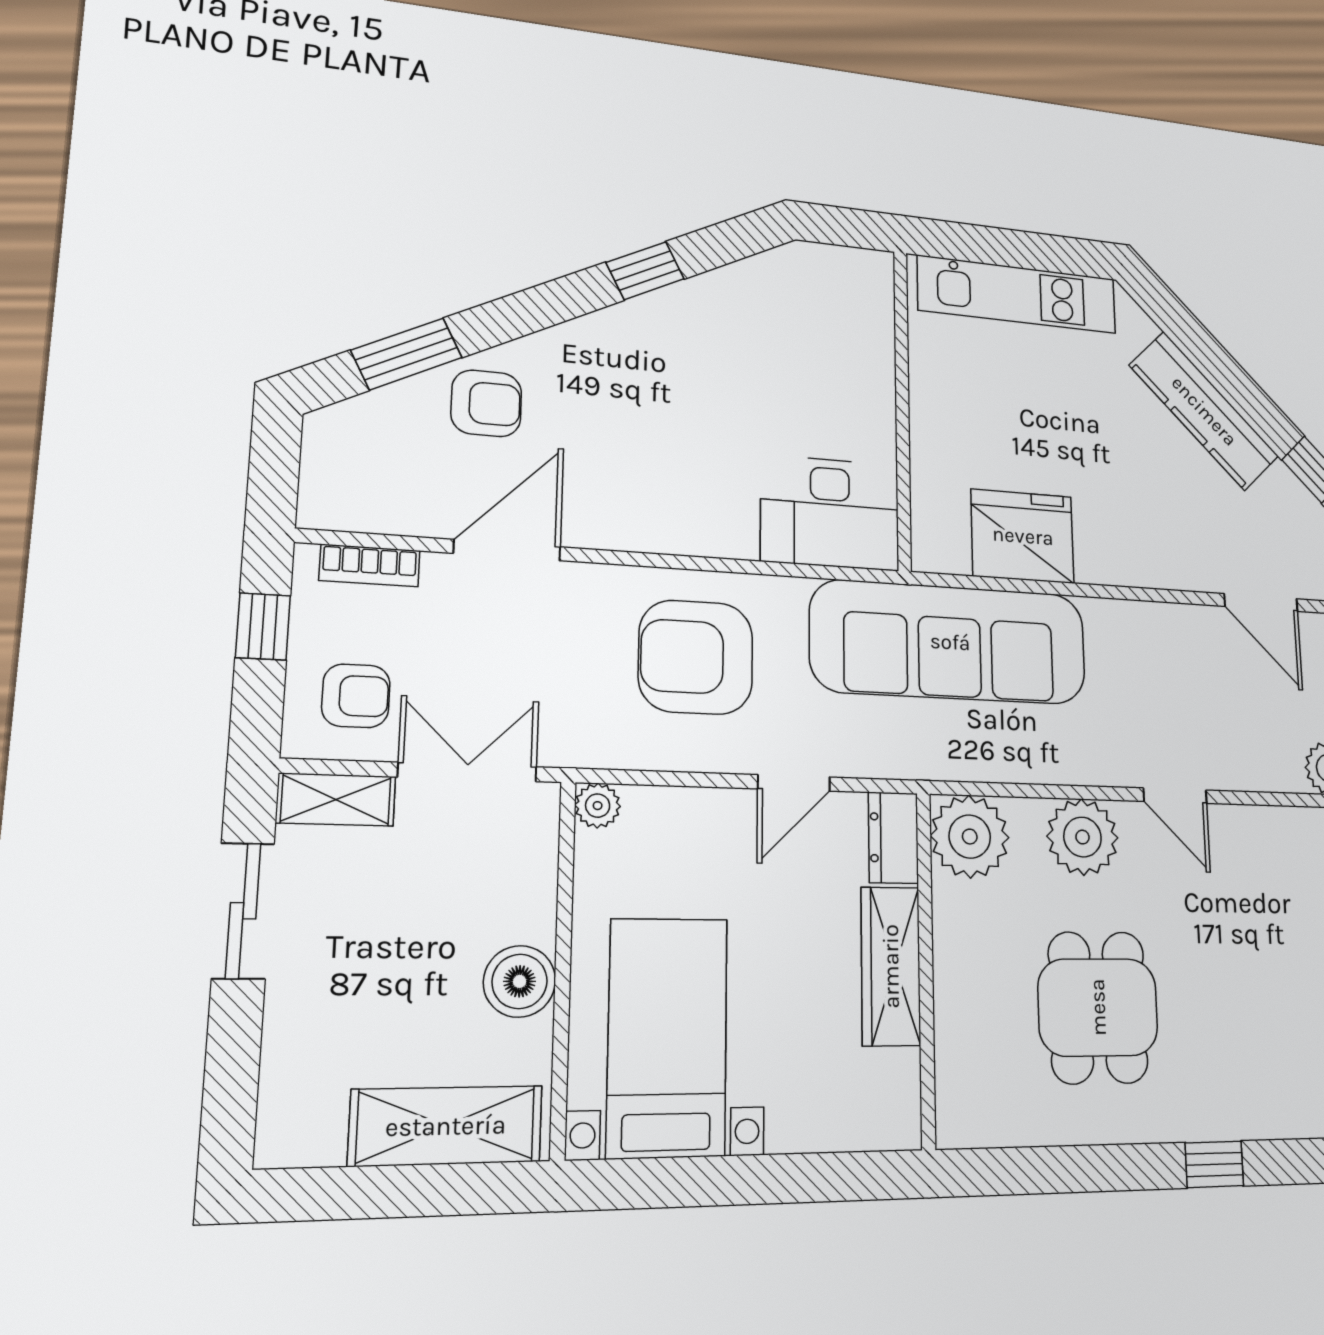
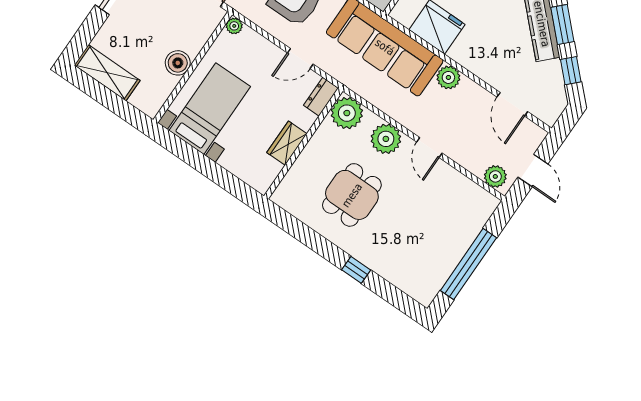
window: (1240, 390) -> (562, 25), added
plant: (1113, 626) -> (448, 77), added
wardrobe: (891, 966) -> (287, 143), width x0.67
shelving: (446, 1126) -> (107, 73), moved

